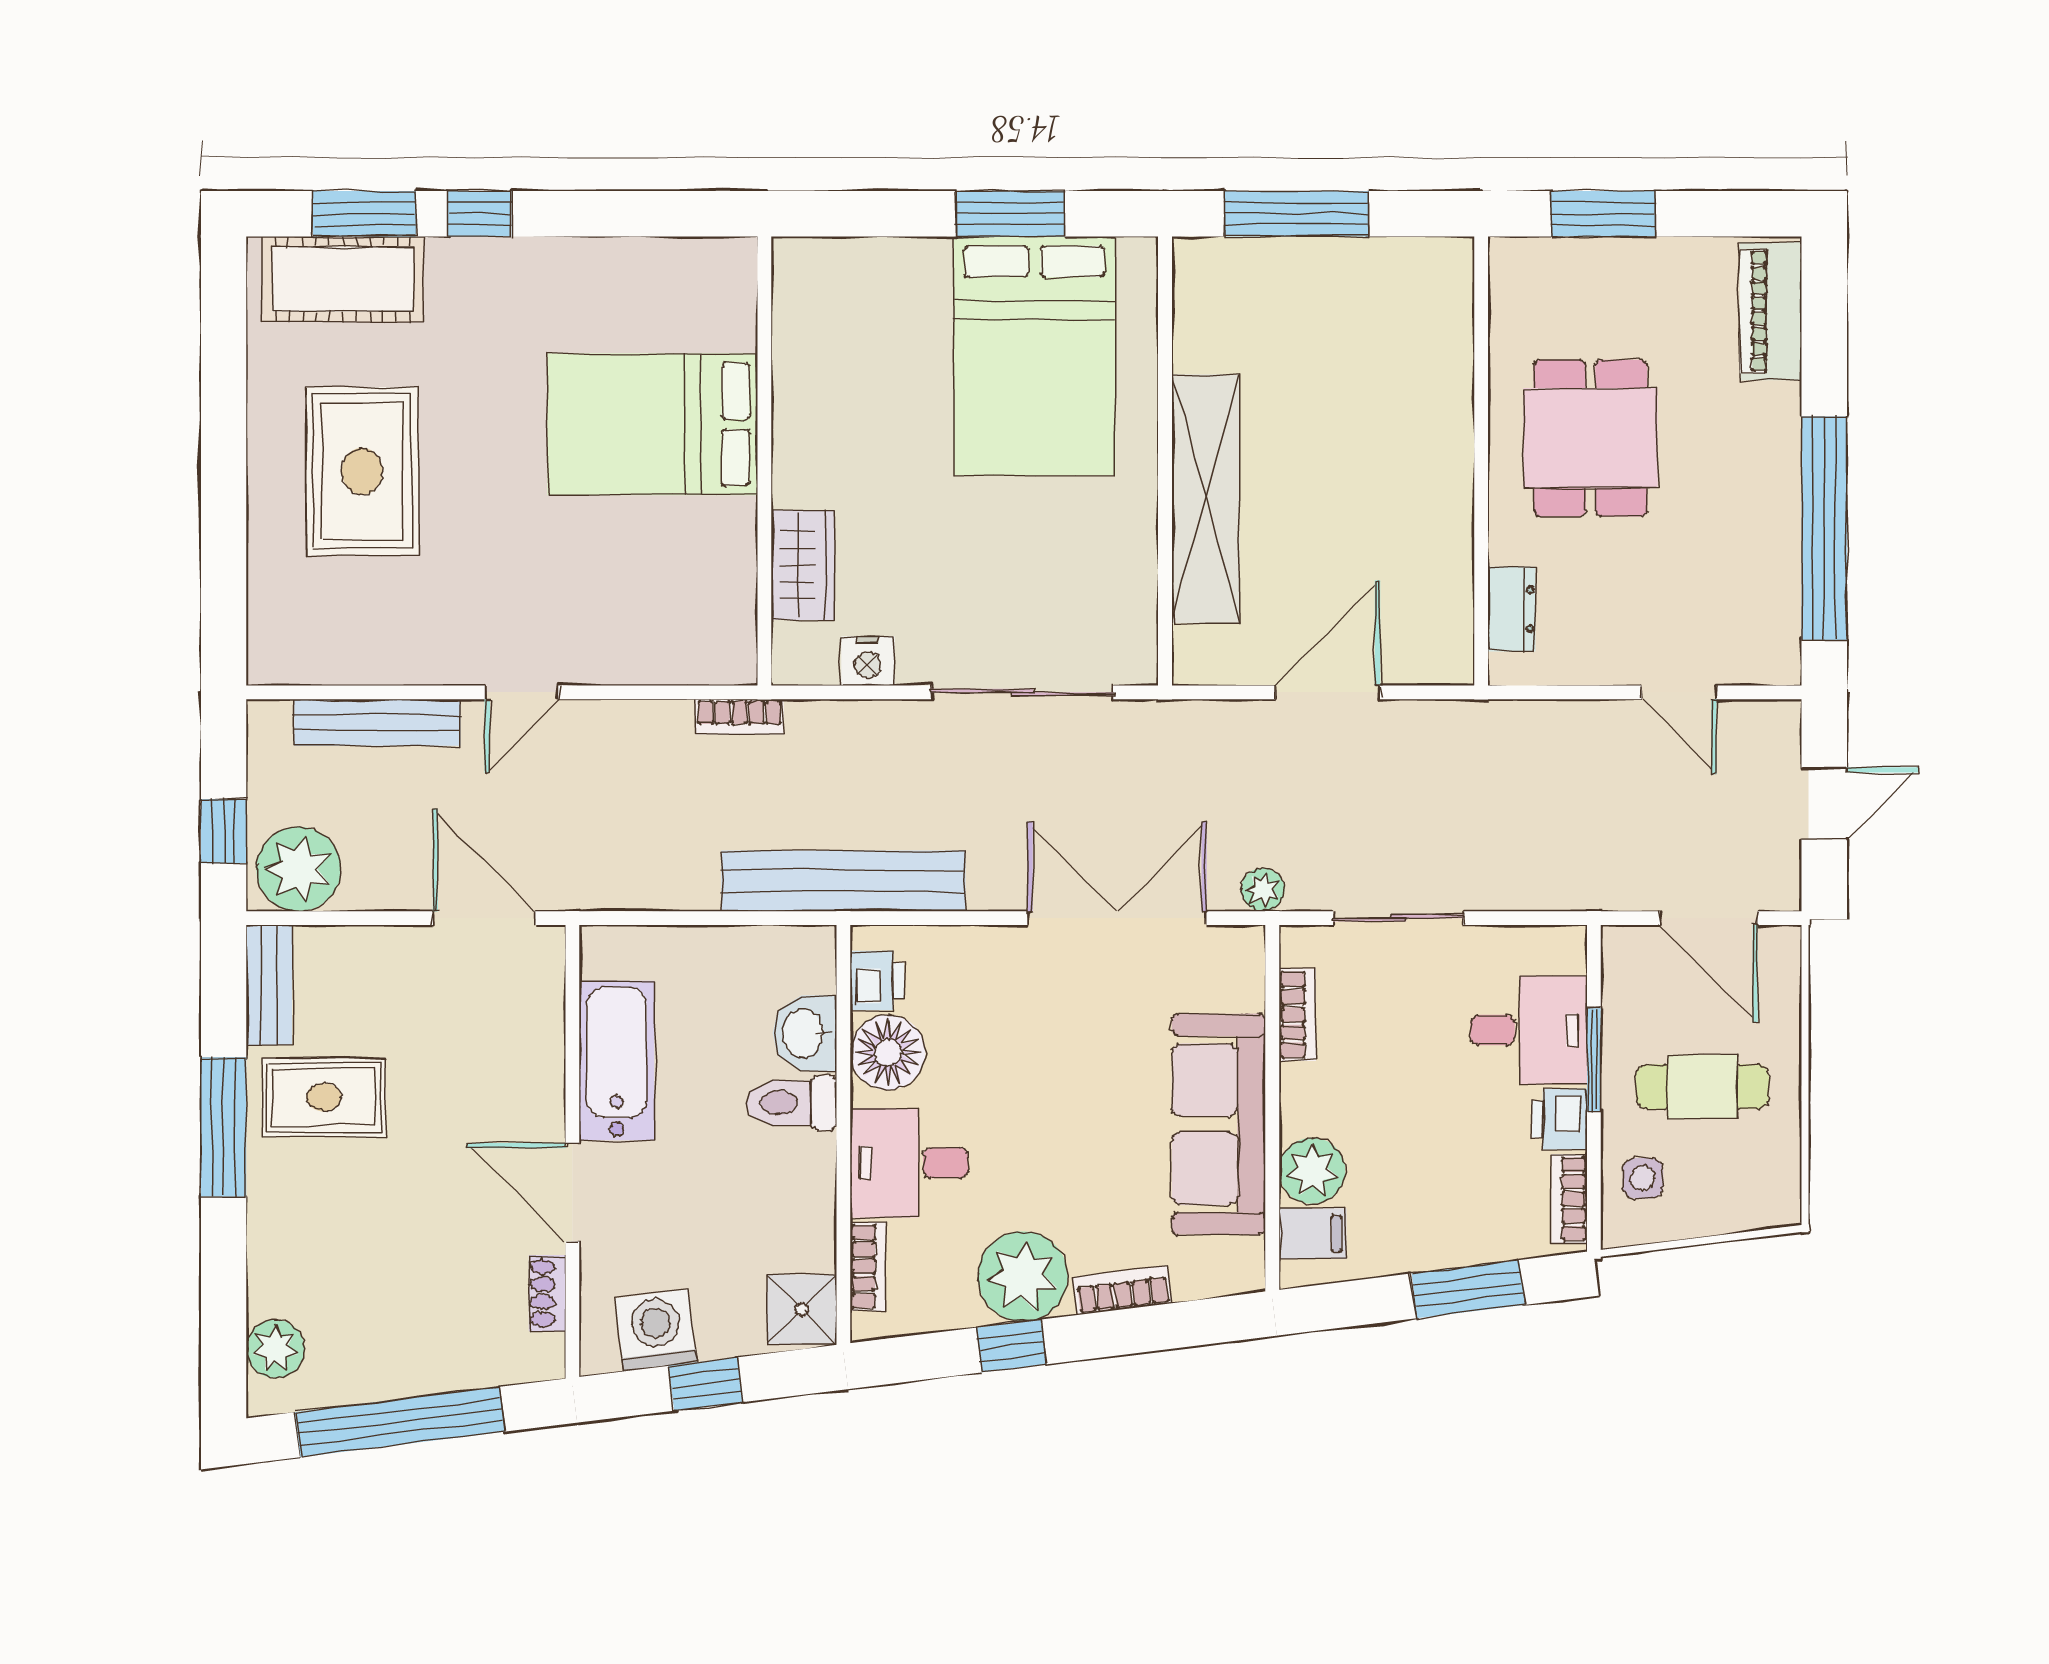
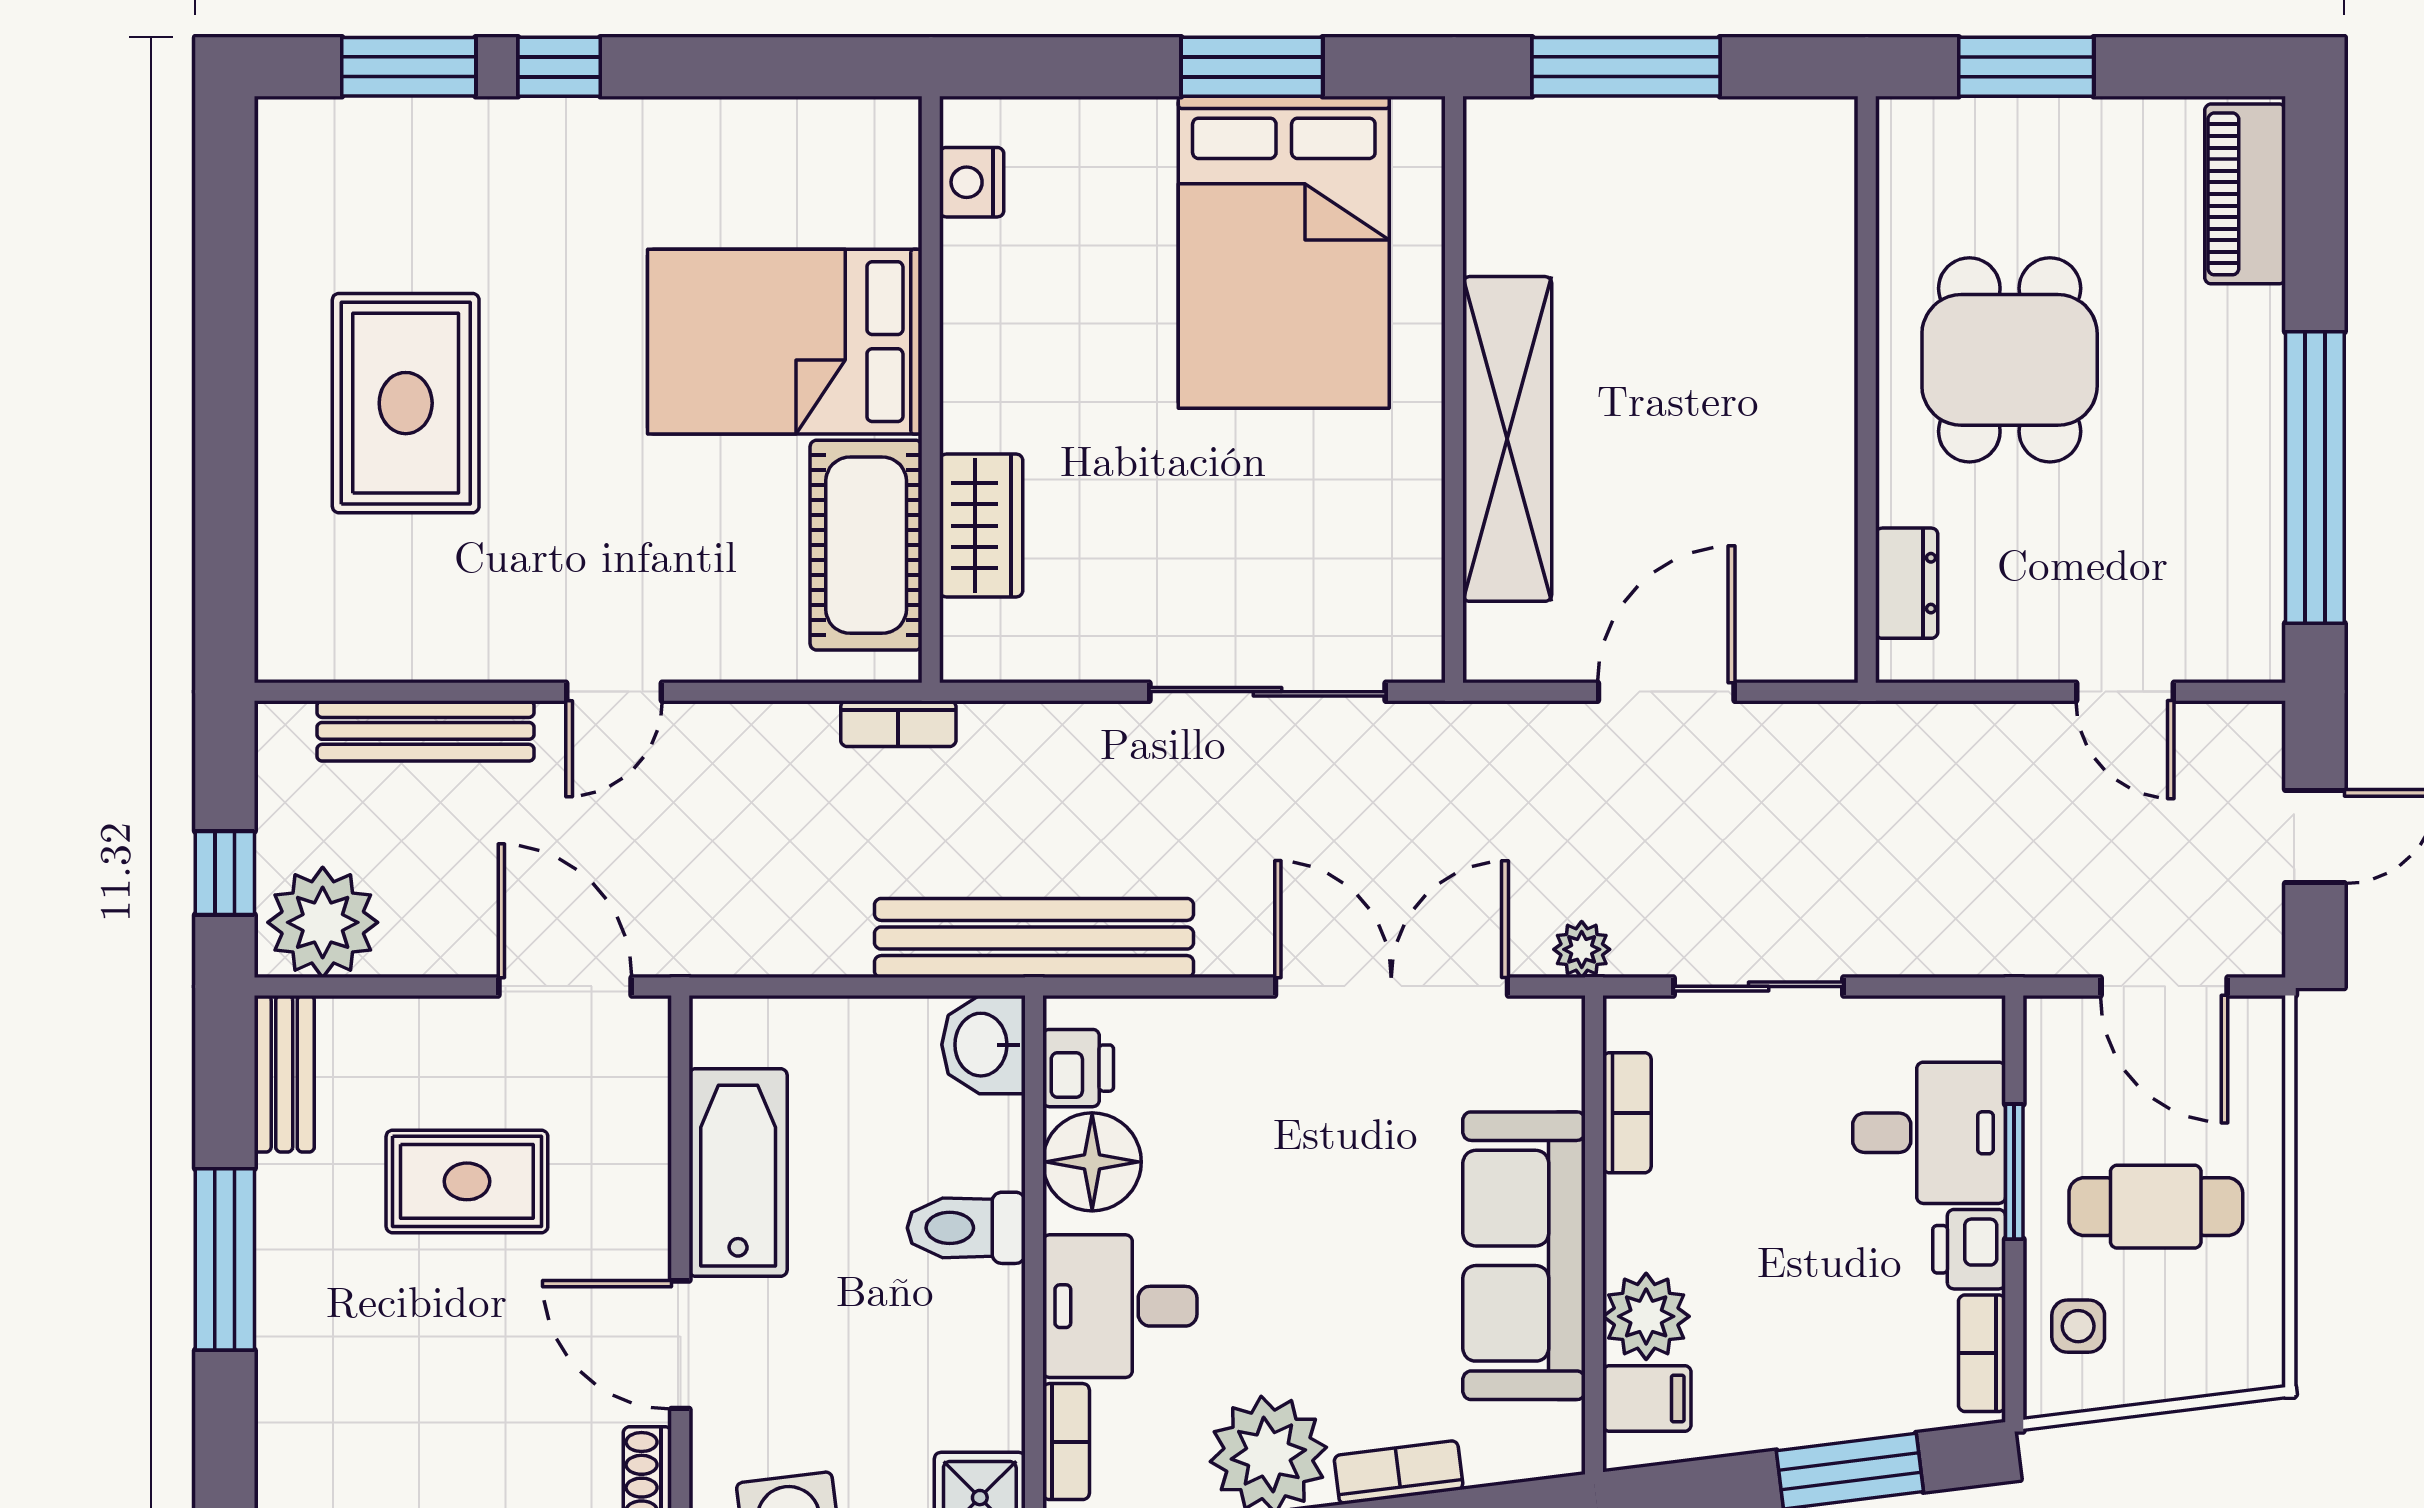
cot: (343, 279) -> (866, 545), moved, turned 90
nightstand: (868, 661) -> (972, 182), moved, turned 90
washbasin: (805, 1033) -> (983, 1045), moved
rug: (324, 1097) -> (467, 1181), moved

